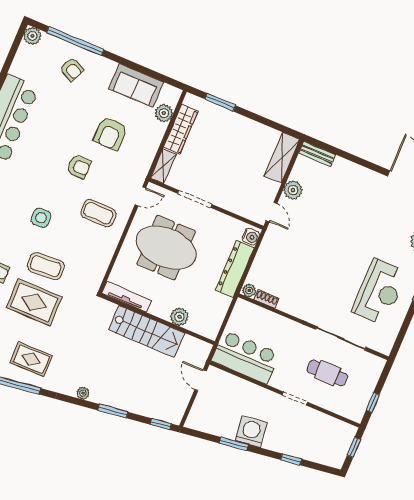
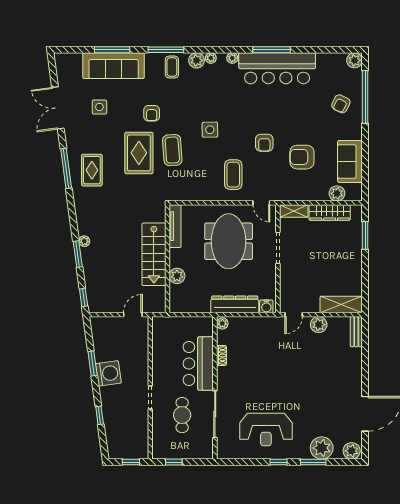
shoe rack: (267, 299) -> (221, 355), moved
bar counter: (245, 357) -> (198, 364), moved, turned 180
plant: (83, 393) -> (84, 241), moved

